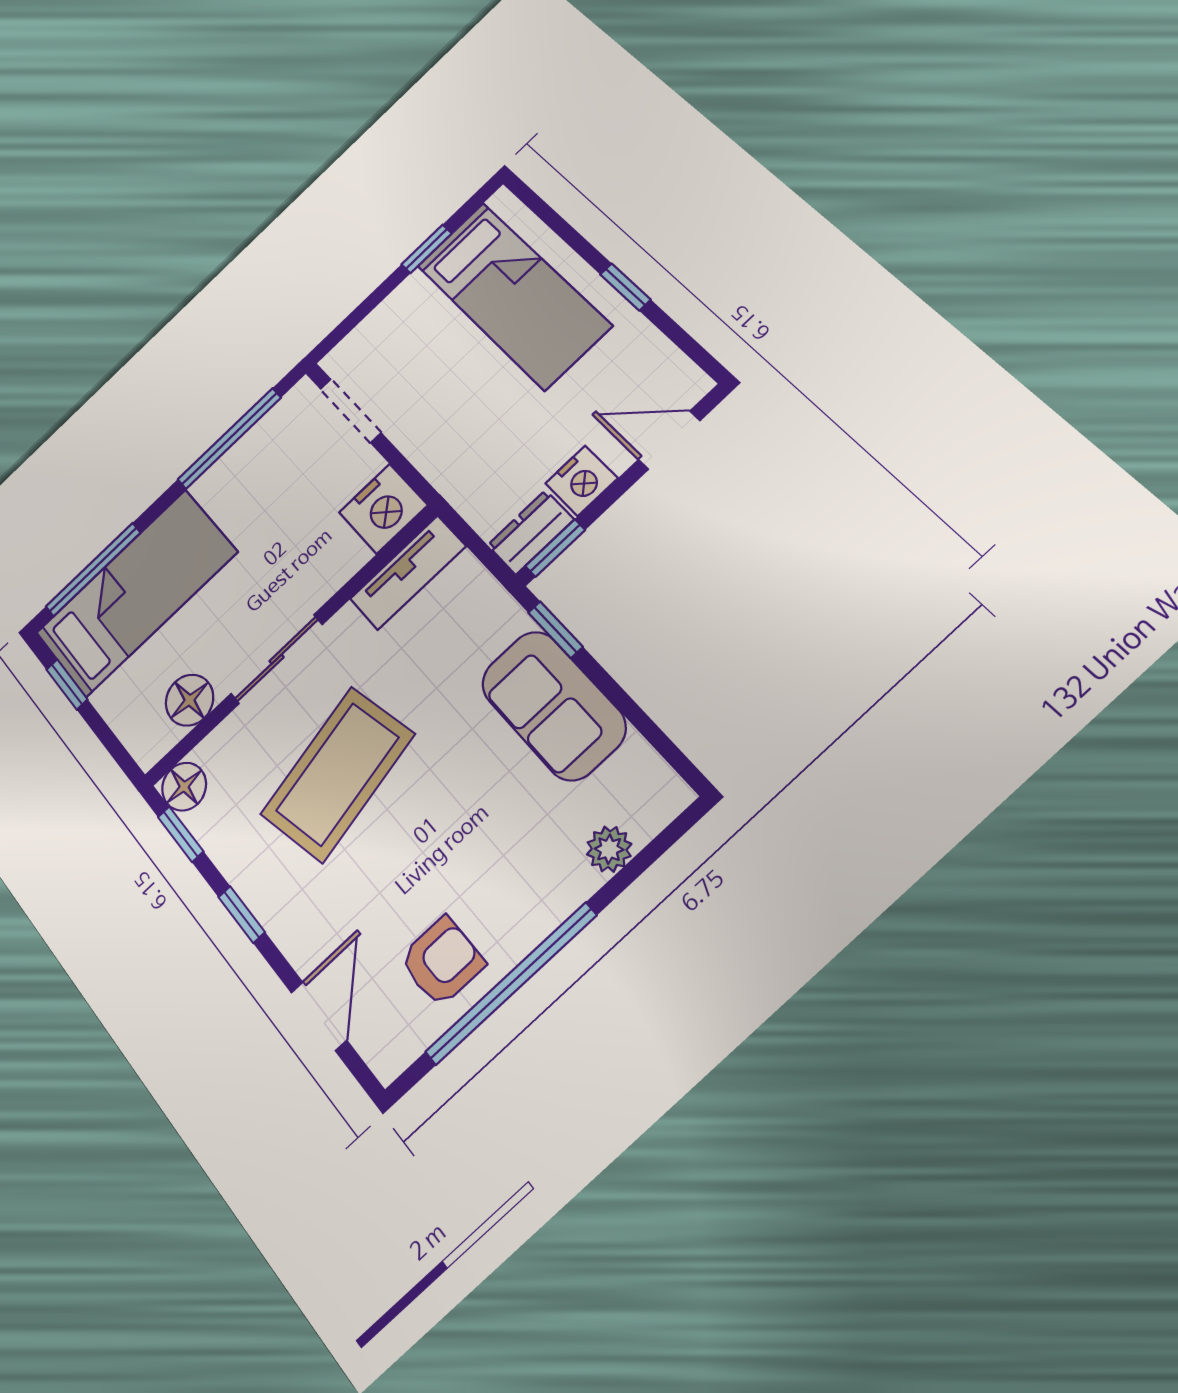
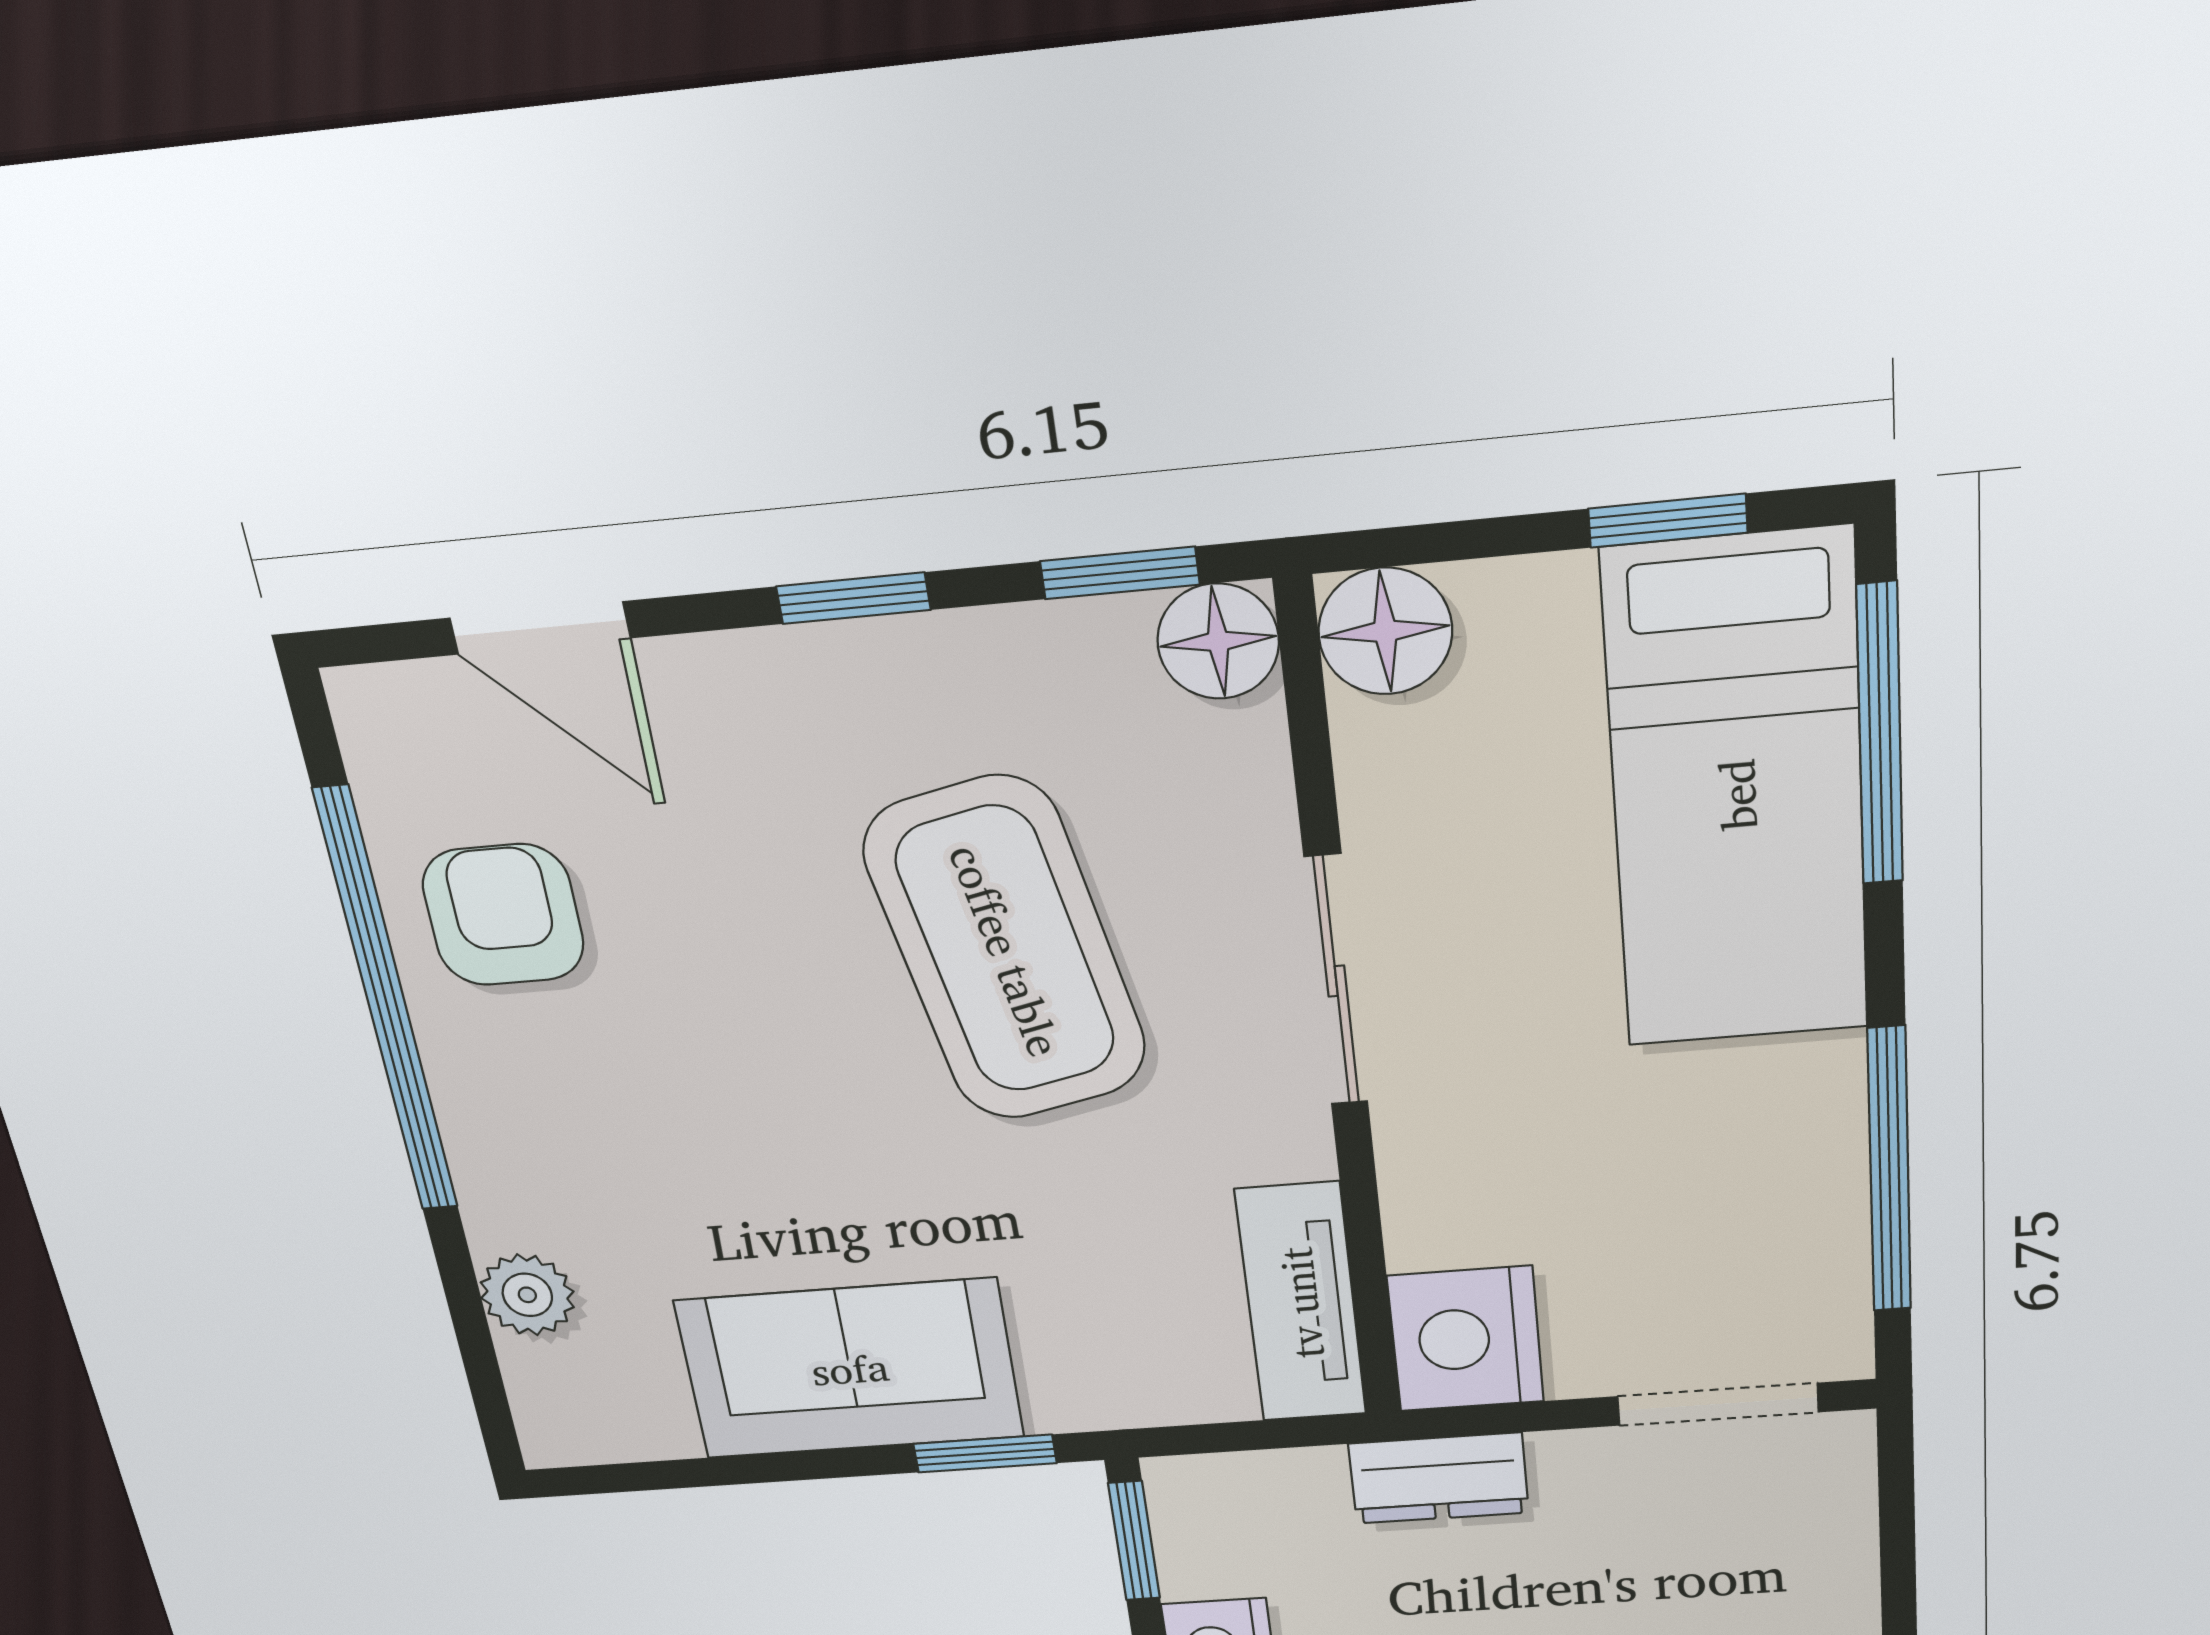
dresser: (531, 532) -> (1439, 1478), moved, turned 90
floor lamp: (189, 700) -> (1385, 631), moved
armchair: (442, 962) -> (503, 915), turned 180

